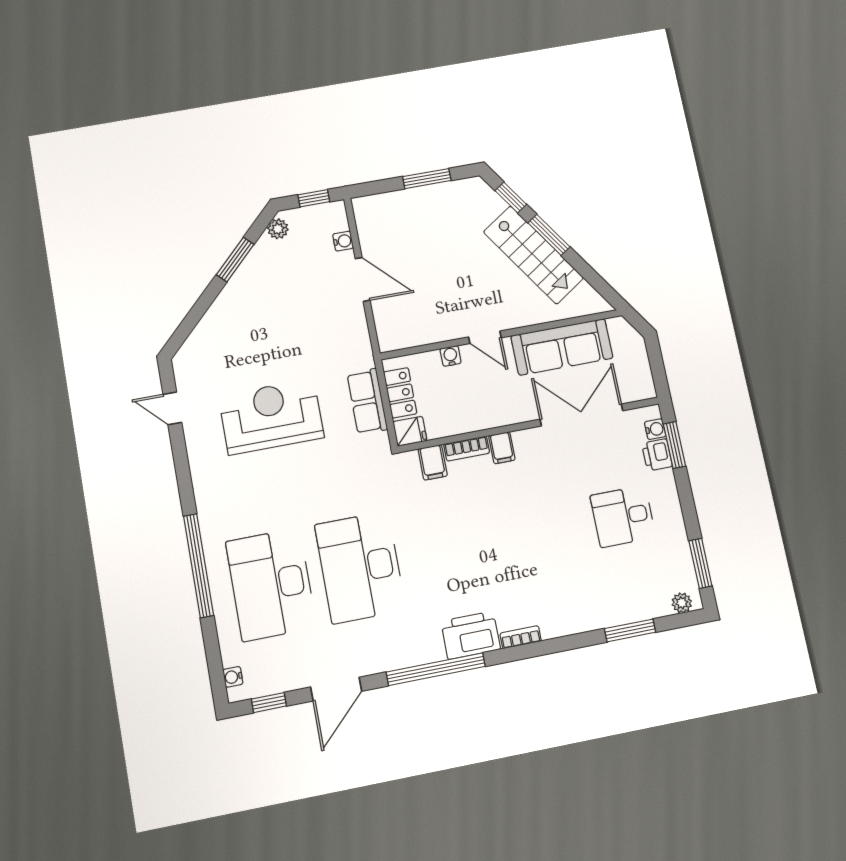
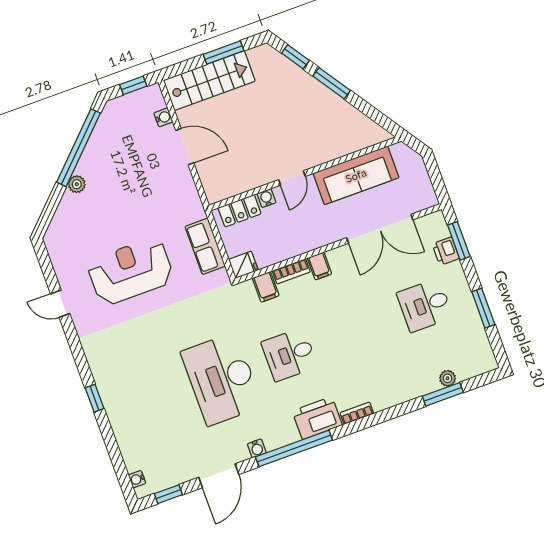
plant: (278, 229) -> (77, 184), moved
stairs: (533, 255) -> (209, 81), moved, turned -56
window: (235, 260) -> (78, 148), width x2.11
door: (485, 337) -> (292, 178), hinge flipped
locker: (400, 393) -> (240, 211), moved, turned 90
door: (172, 408) -> (60, 304), moved
double door: (581, 415) -> (380, 229), swing flipped
water cooler: (655, 429) -> (257, 448), moved, turned 90
window: (700, 563) -> (483, 308), moved
window: (198, 566) -> (95, 398), width x0.32
desk: (271, 584) -> (289, 354), moved, width x0.53, depth x0.77
plant: (682, 603) -> (448, 378), moved

